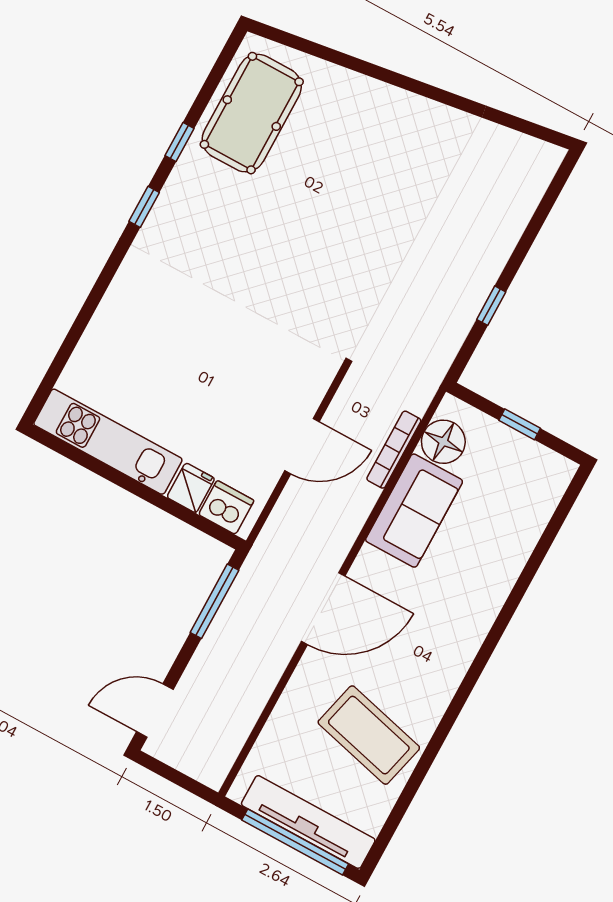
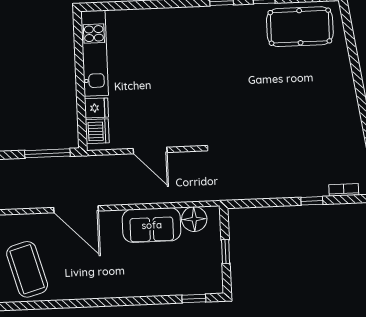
window: (491, 306) -> (312, 201), moved
bookcase: (394, 450) -> (344, 190), moved, width x0.64
window: (561, 513) -> (194, 299), added
coffee table: (369, 735) -> (27, 269), turned -30

